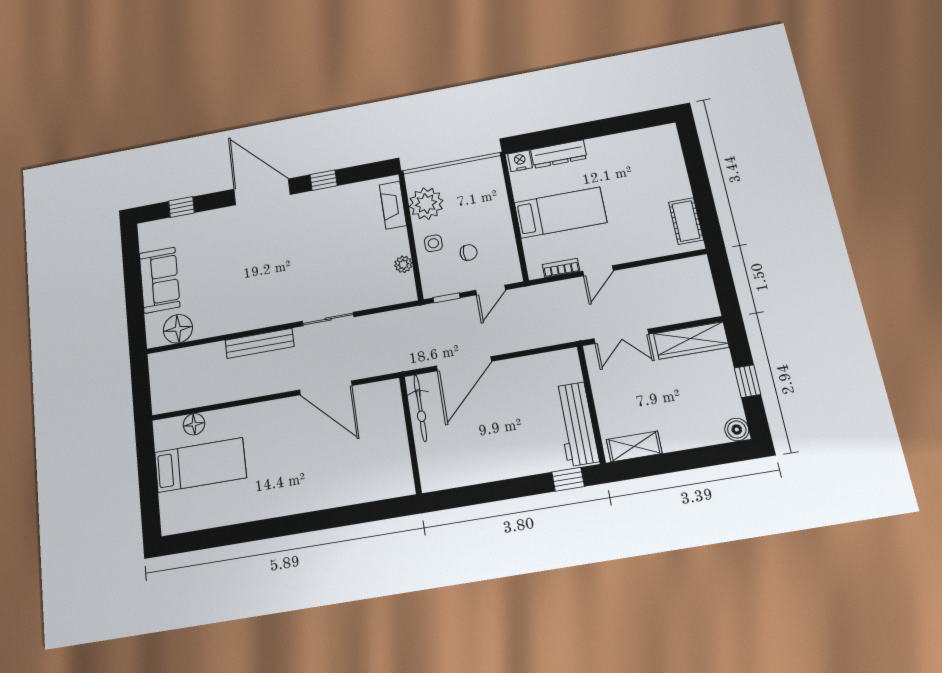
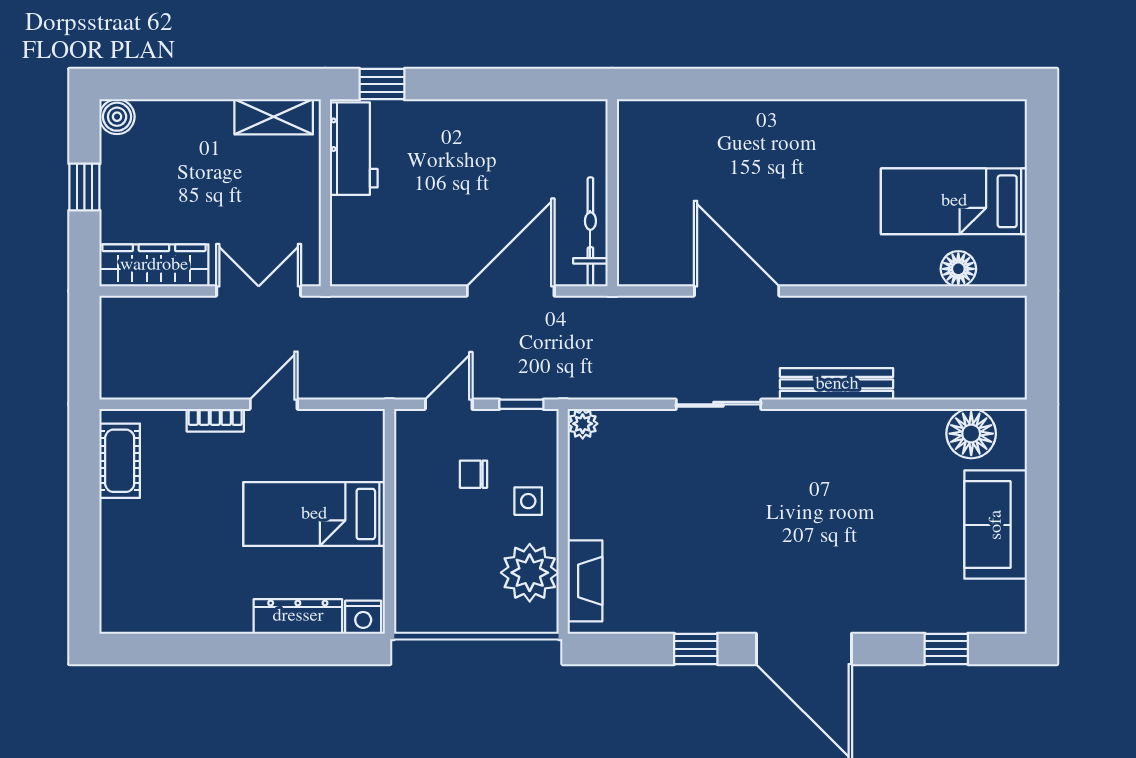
plant: (403, 264) -> (583, 424), moved
bookcase: (561, 268) -> (215, 420), moved
workbench: (576, 424) -> (354, 149), width x0.73

